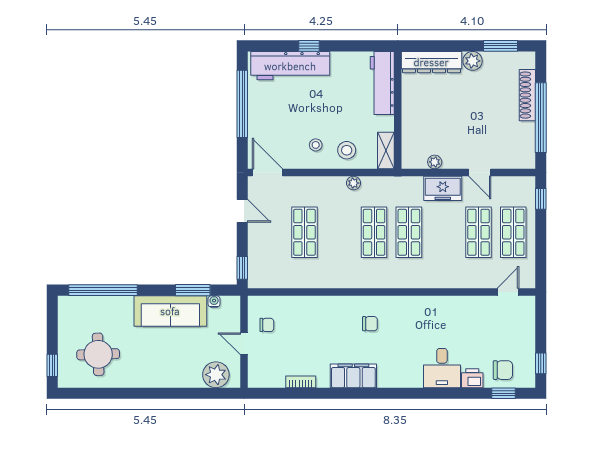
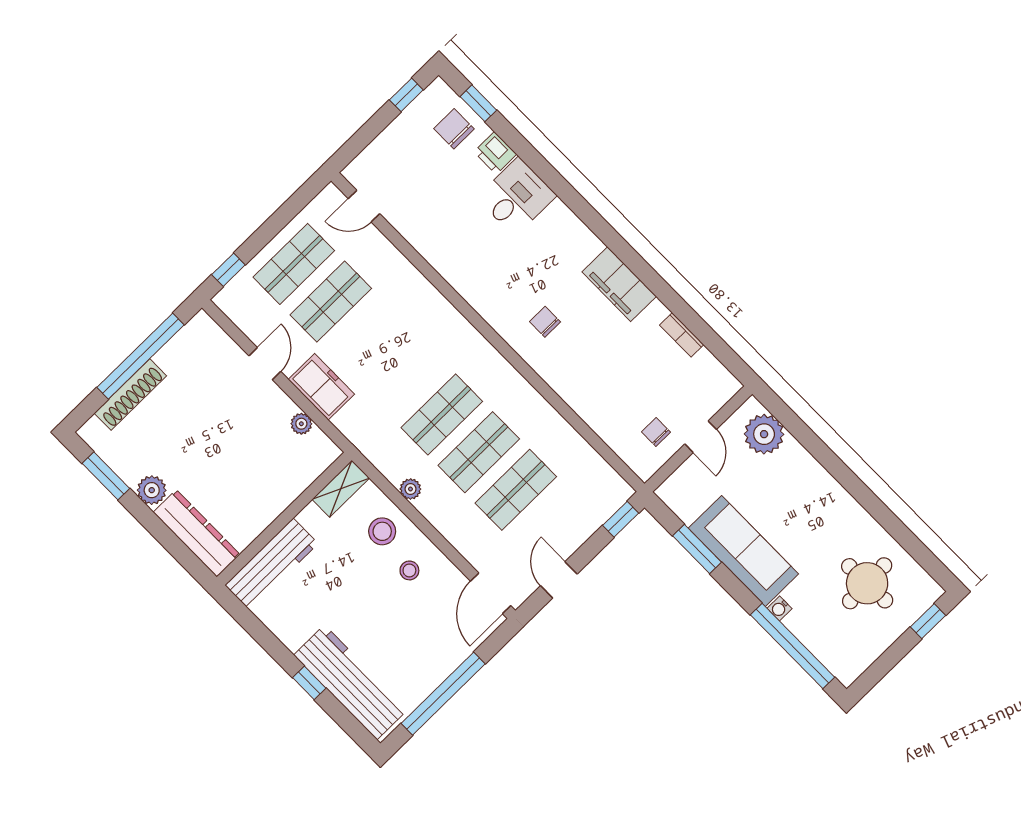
shop shelf: (409, 232) -> (479, 452), moved
water cooler: (214, 301) -> (780, 608), moved

